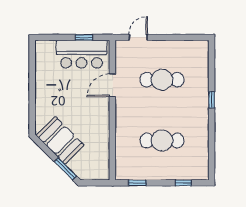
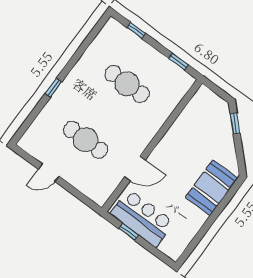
door: (138, 37) -> (49, 173), moved
booth: (60, 140) -> (212, 188), moved, turned 45
window: (65, 169) -> (235, 124), width x0.67

